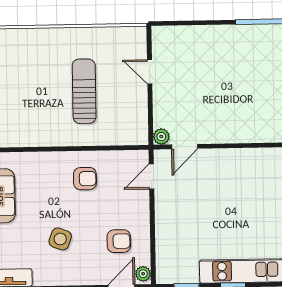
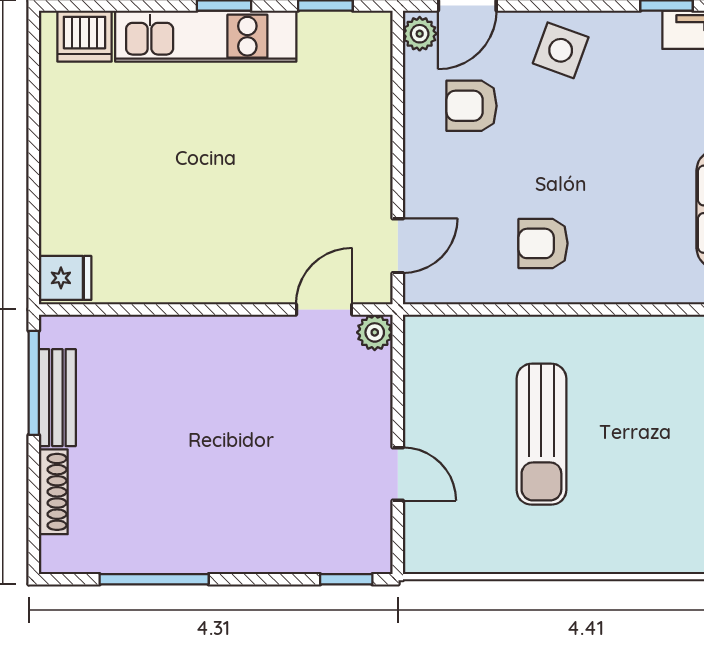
window: (172, 23) -> (346, 579), added
side table: (60, 239) -> (561, 50), moved

